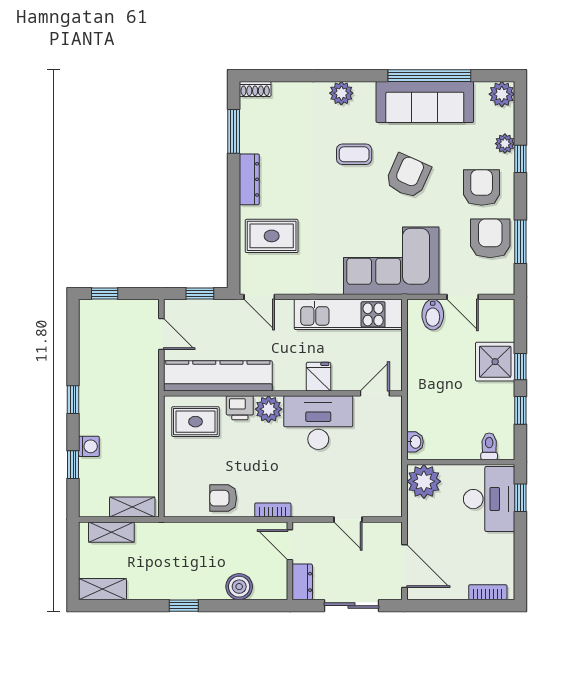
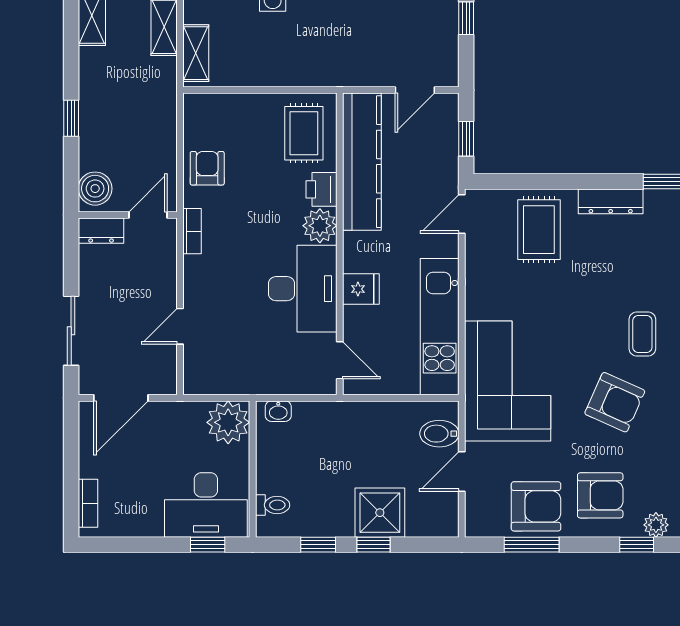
door: (290, 545) -> (148, 215), moved
wall: (290, 561) -> (128, 215), moved
dresser: (302, 582) -> (101, 231), moved

